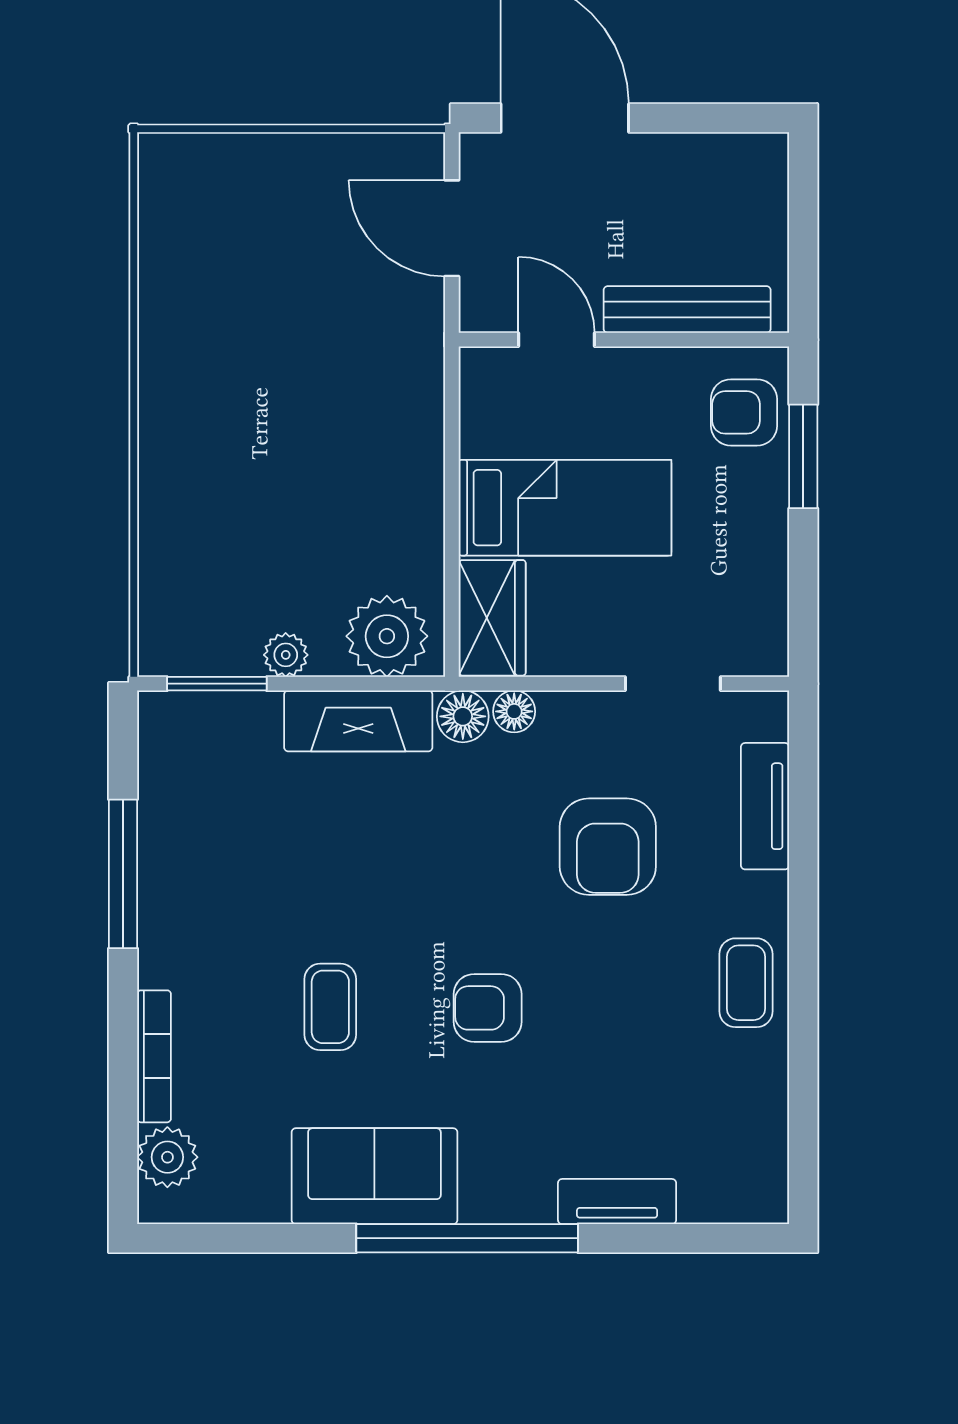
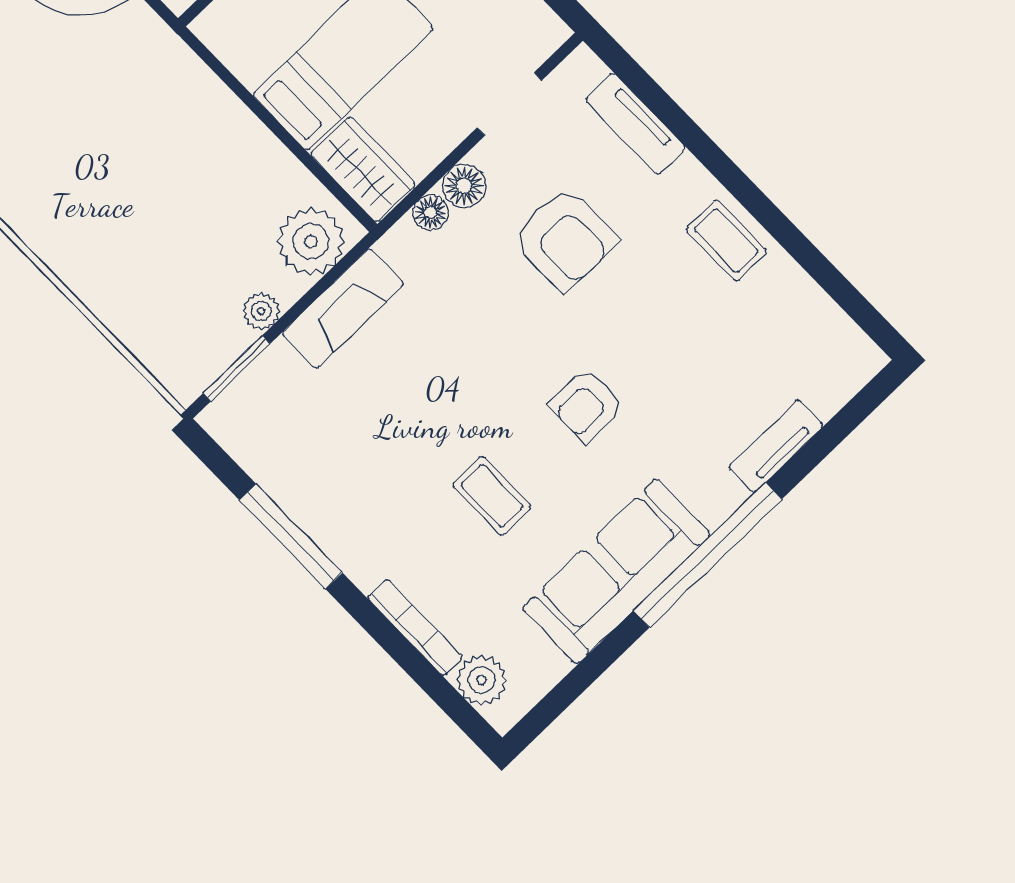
floor lamp: (463, 716) -> (464, 186), moved
sofa: (374, 1176) -> (616, 571), width x1.36

